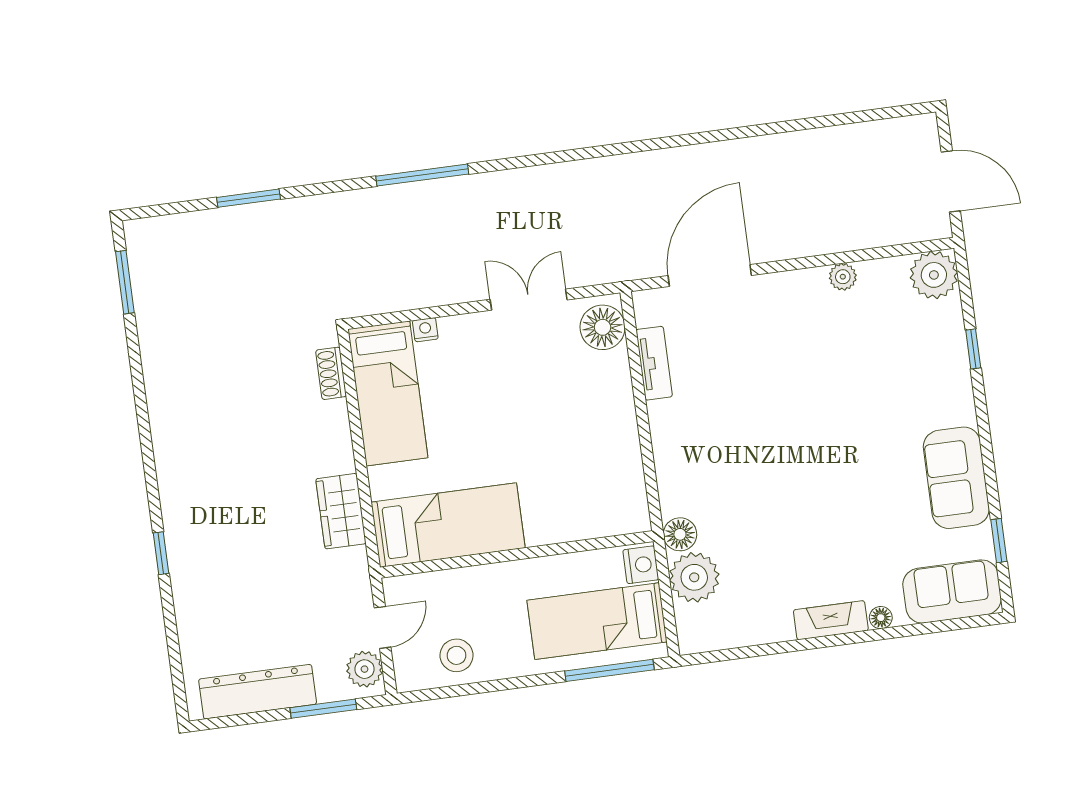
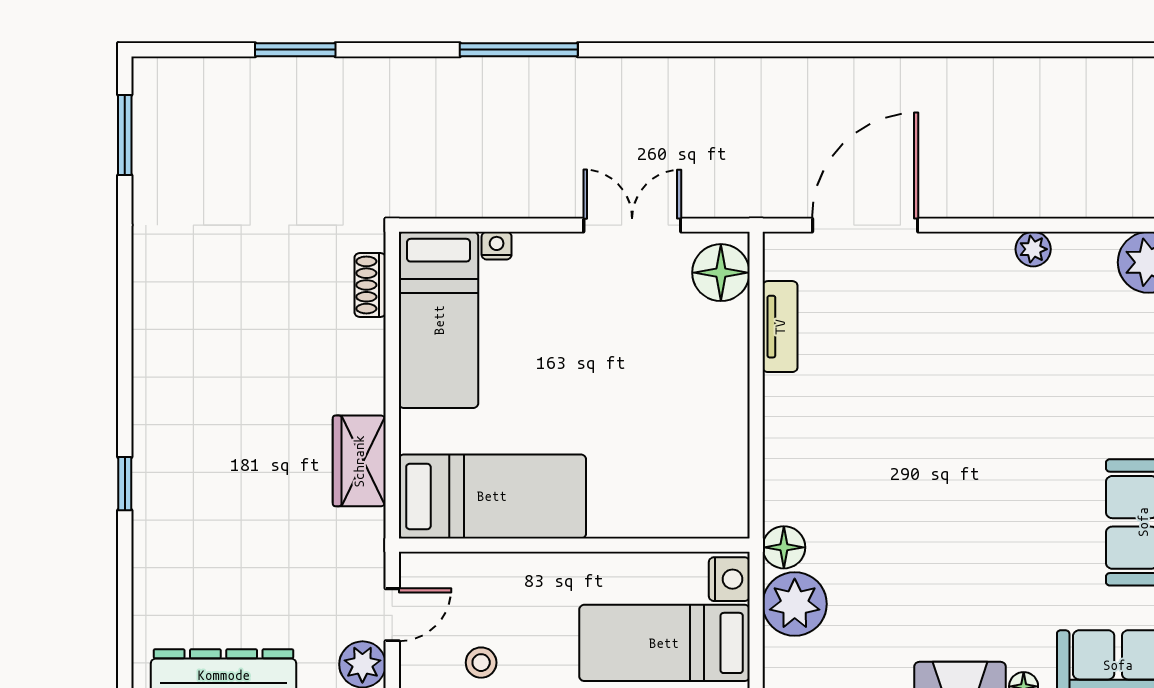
stool: (457, 655) -> (481, 663), width x0.73, depth x0.73

